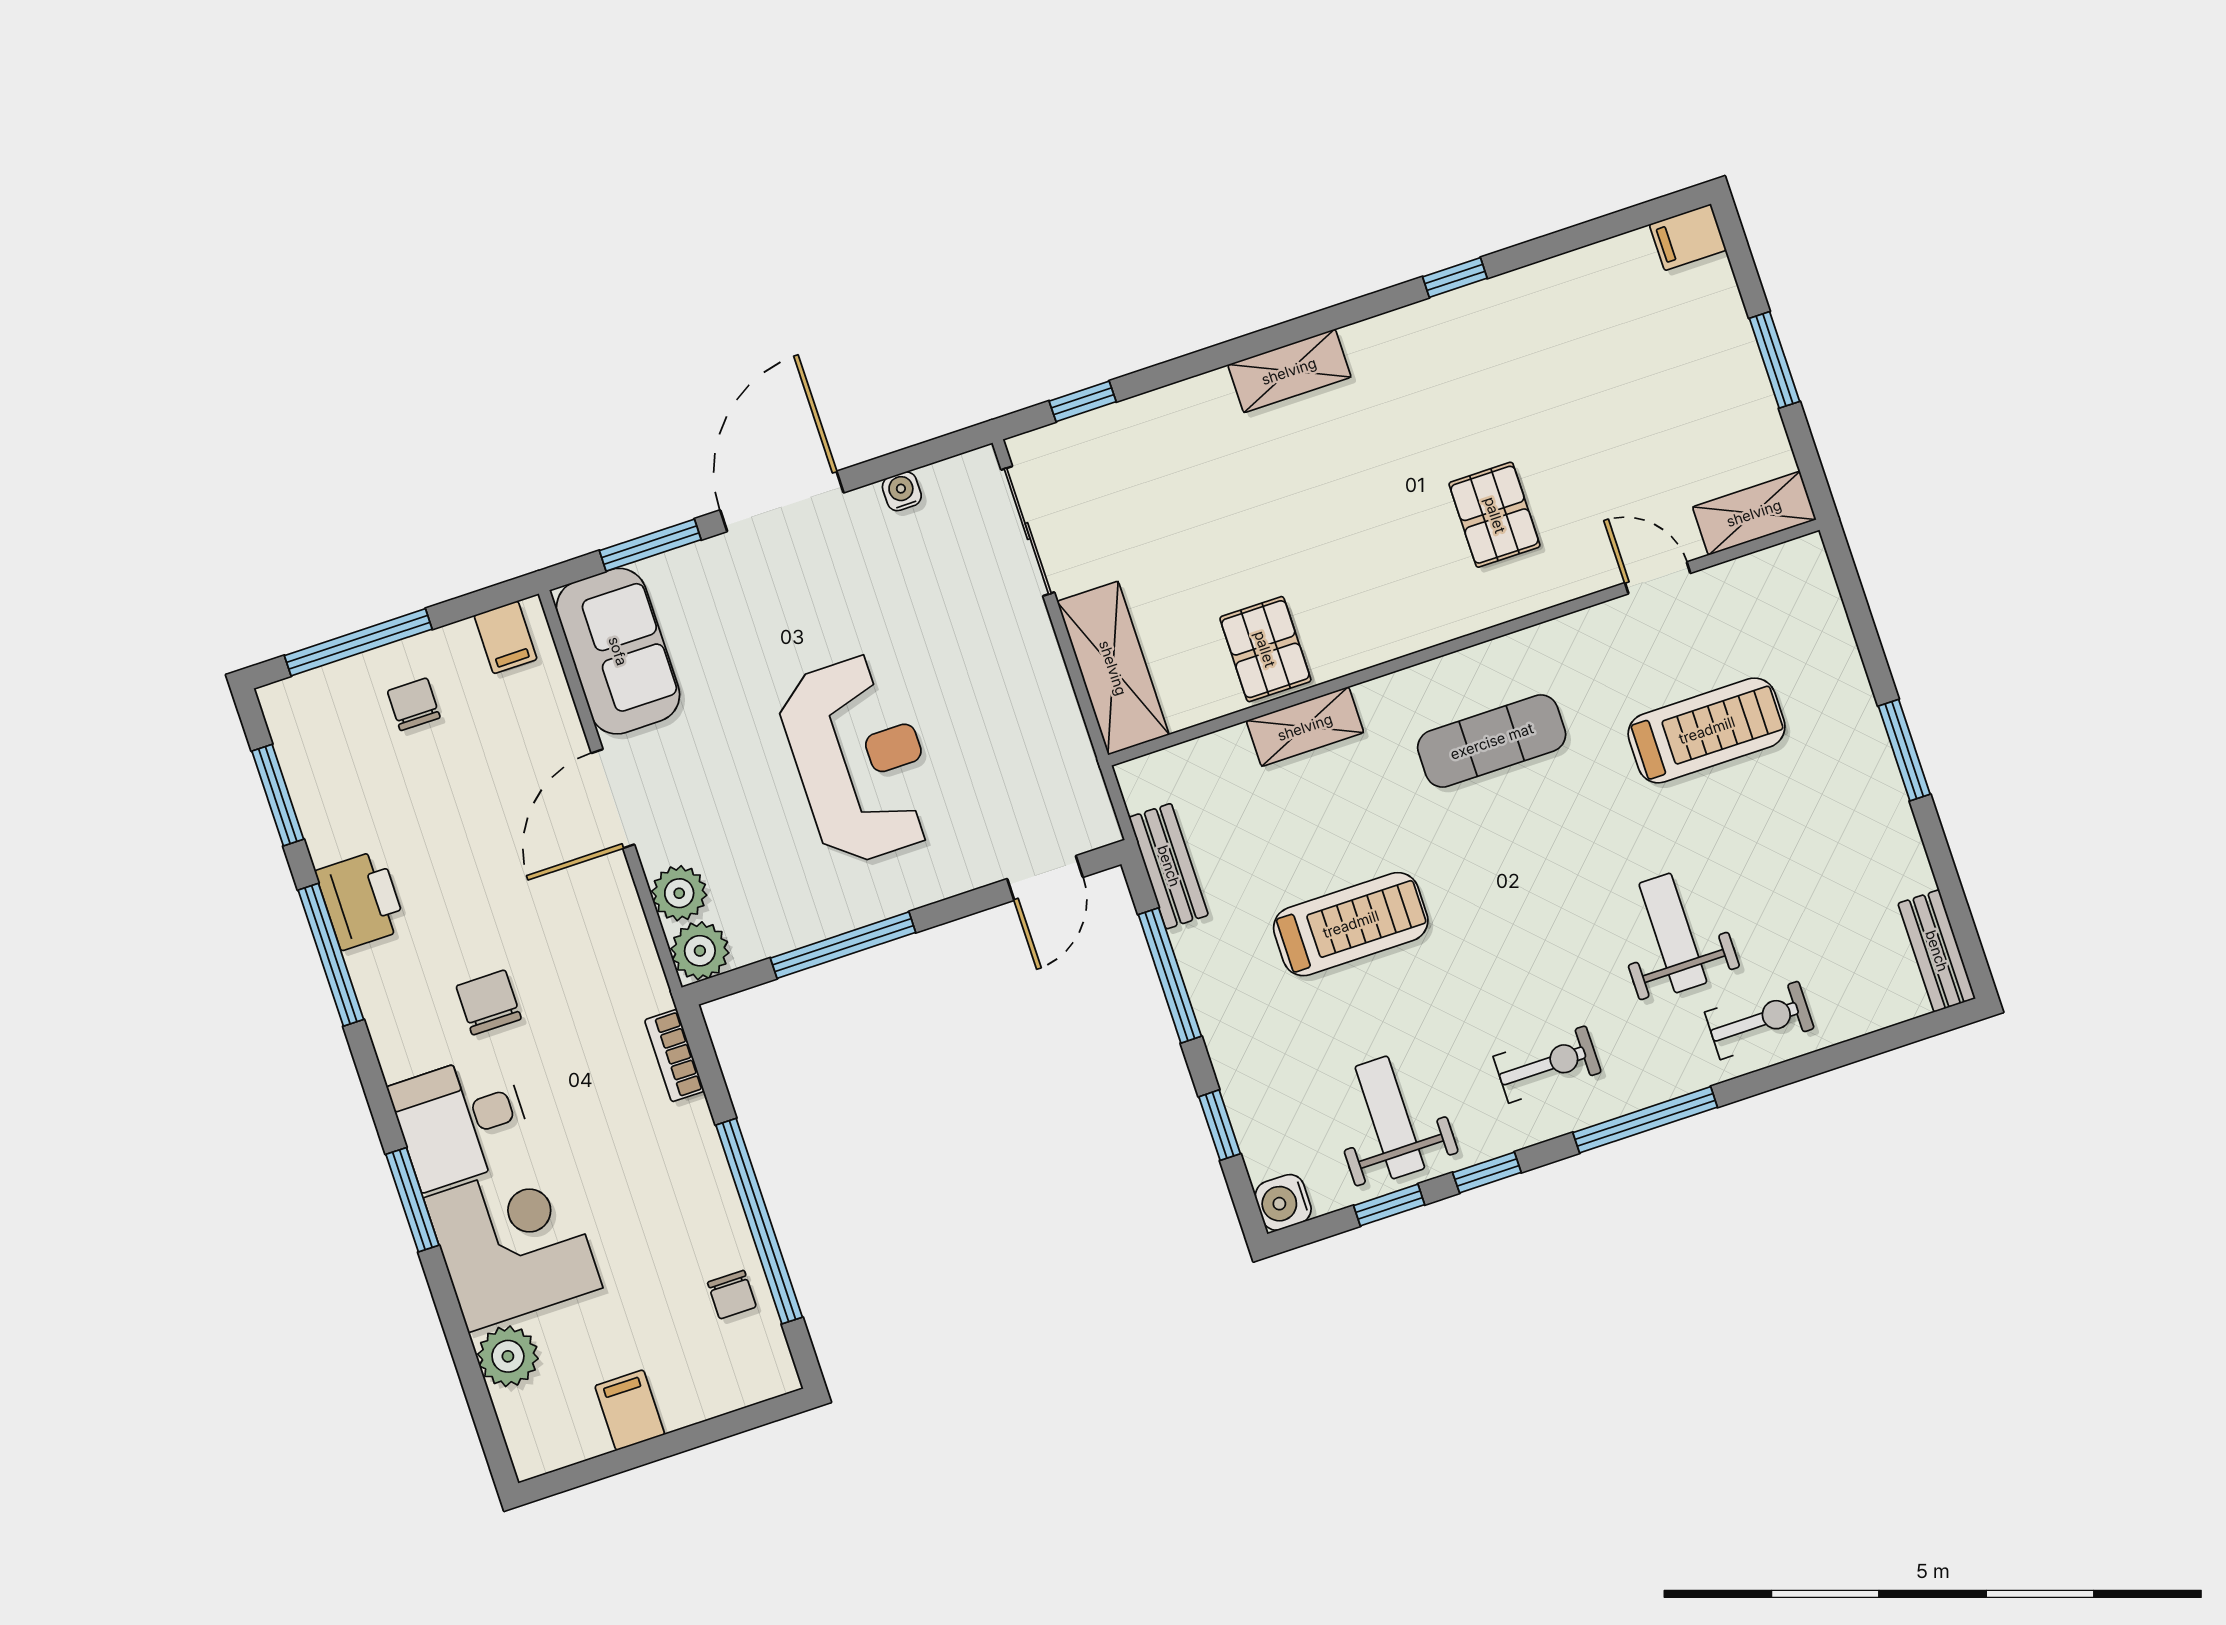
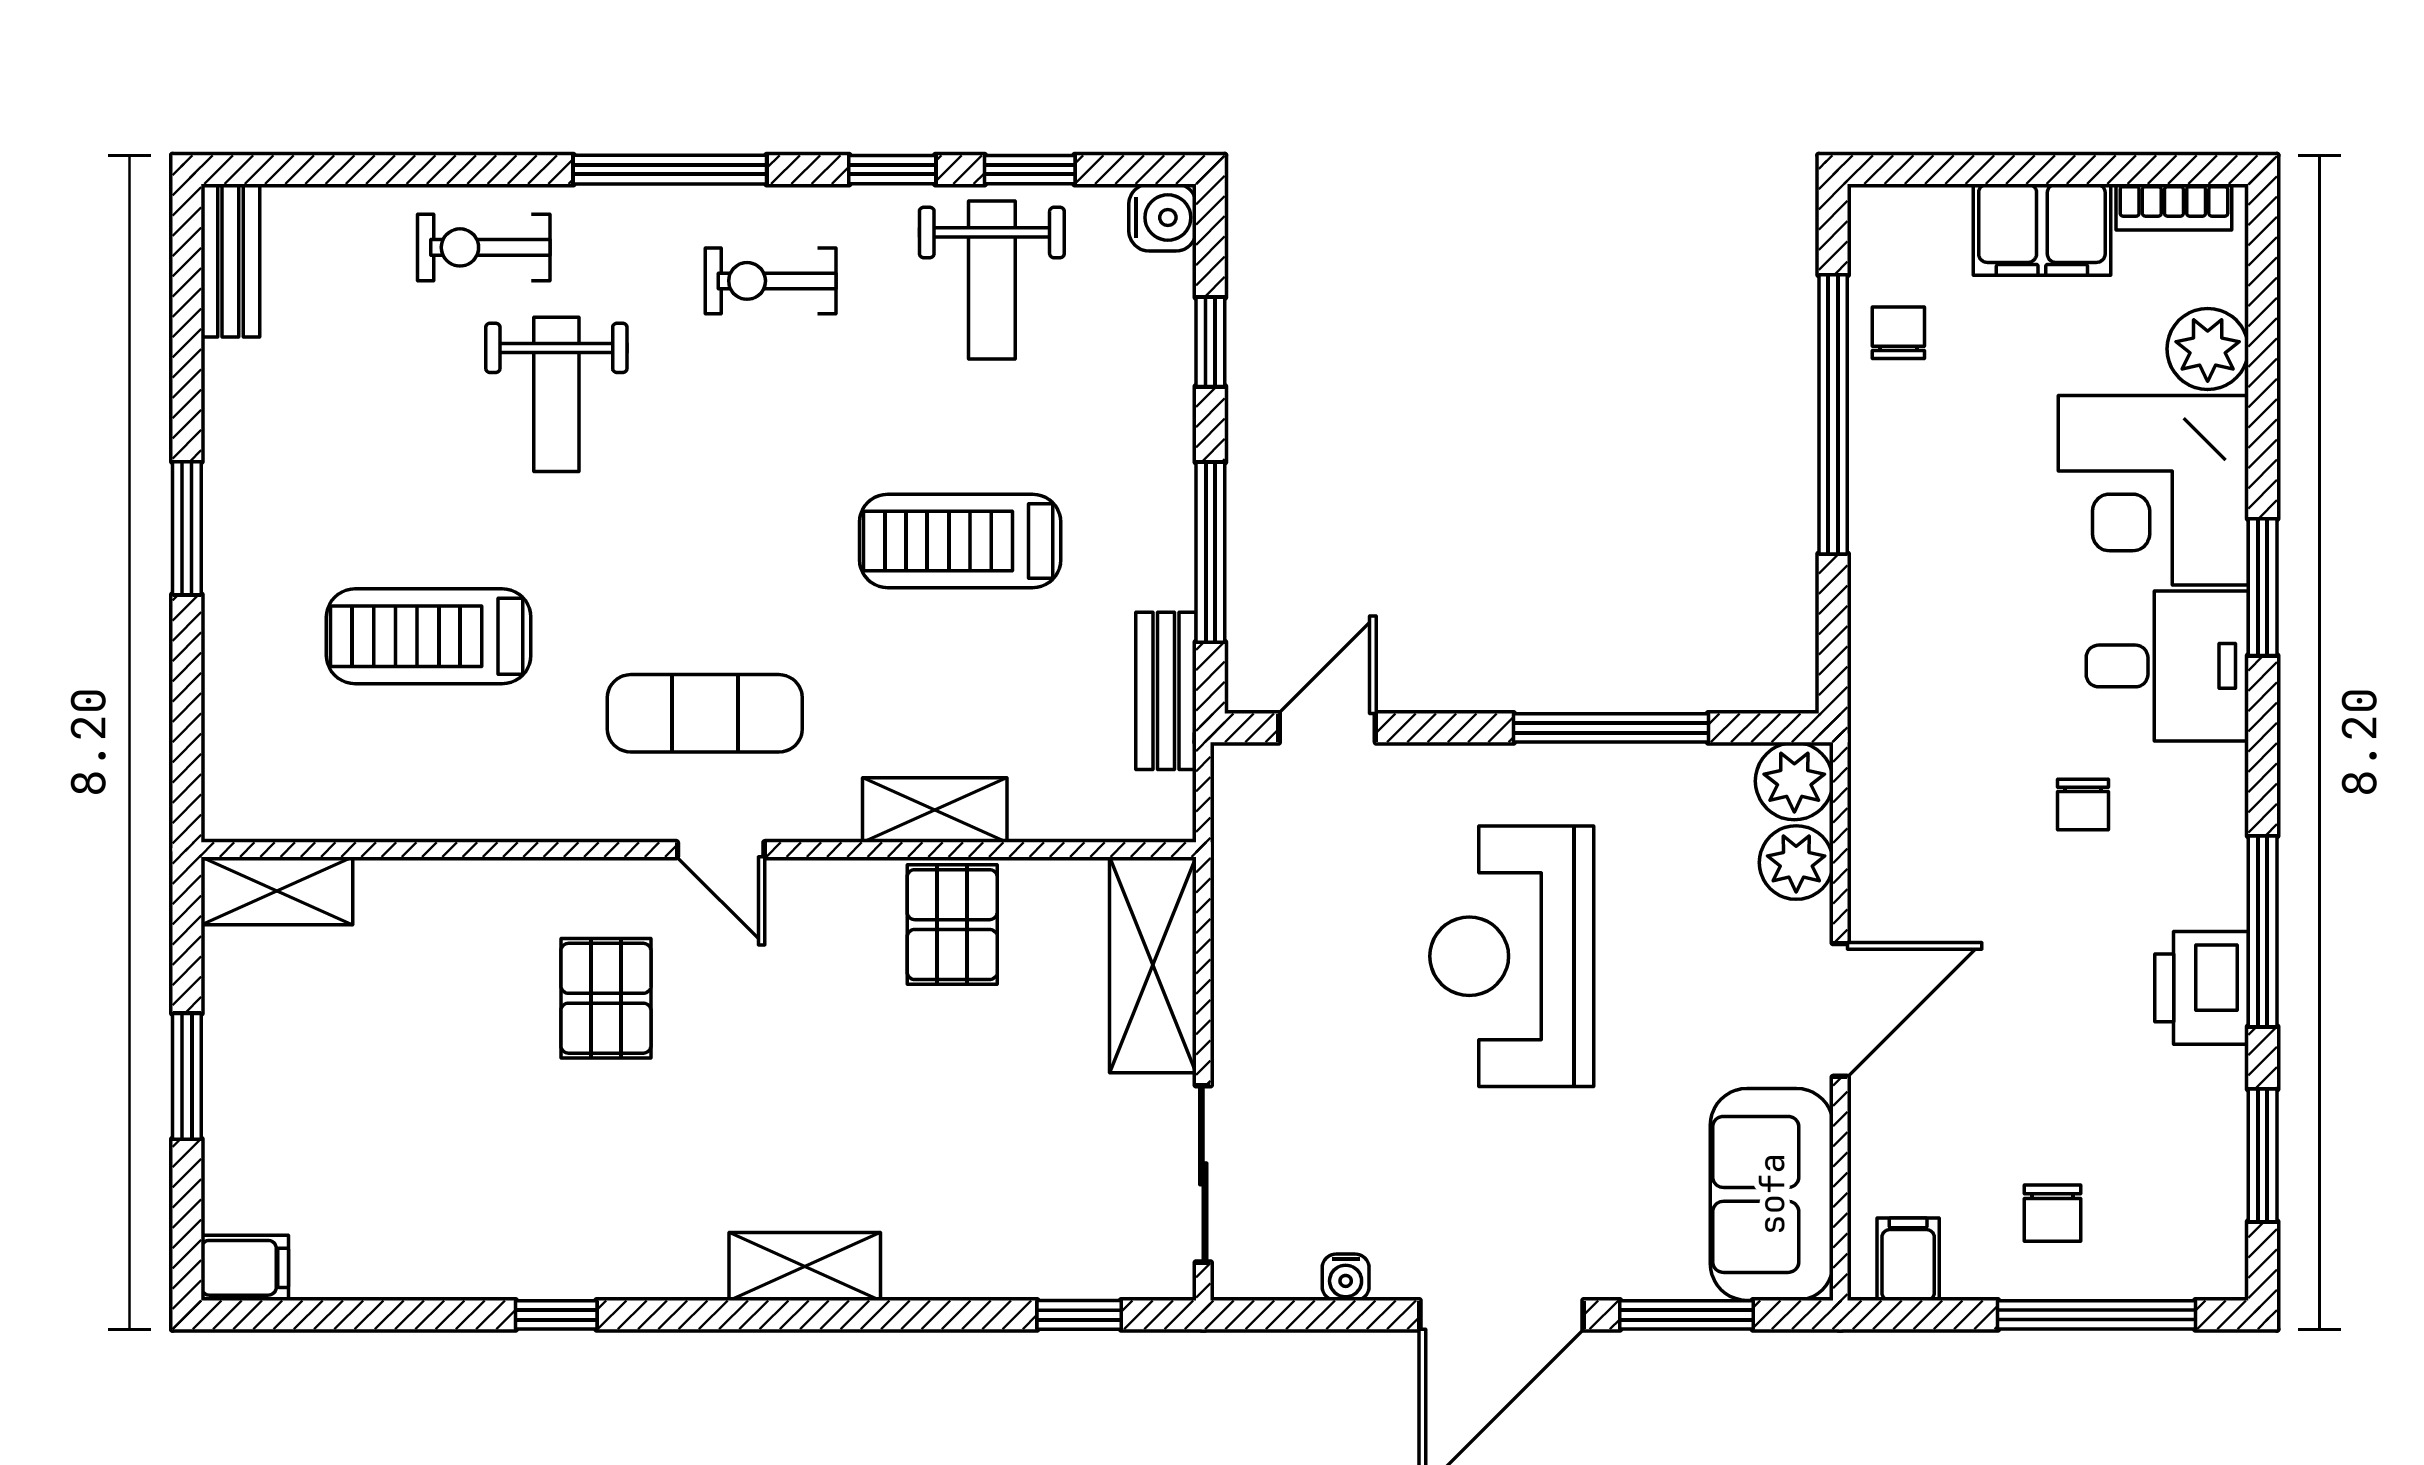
door: (1658, 578) -> (721, 850), moved
chair: (489, 1002) -> (2083, 805), width x0.73, depth x0.73
bookcase: (674, 1056) -> (2174, 207), moved, turned 90
filing cabinet: (630, 1410) -> (2042, 230), width x2.00

